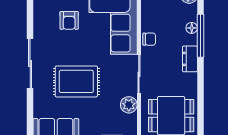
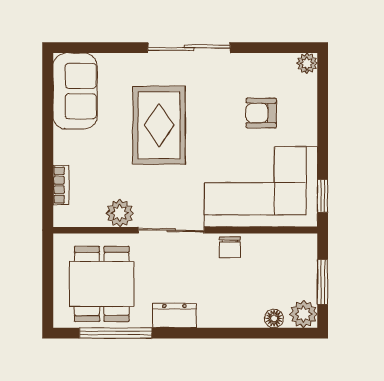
floor lamp: (192, 28) -> (274, 318), moved
window: (200, 36) -> (116, 333), moved
dresser: (190, 59) -> (174, 315), moved

